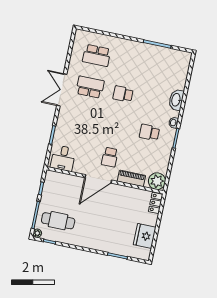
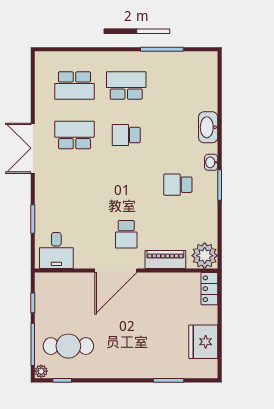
school desk: (130, 62) -> (126, 85), added

